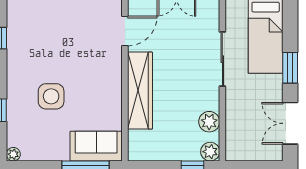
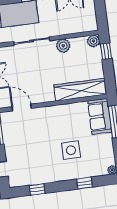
wardrobe: (140, 91) -> (80, 90), moved
plant: (209, 122) -> (63, 46), moved

